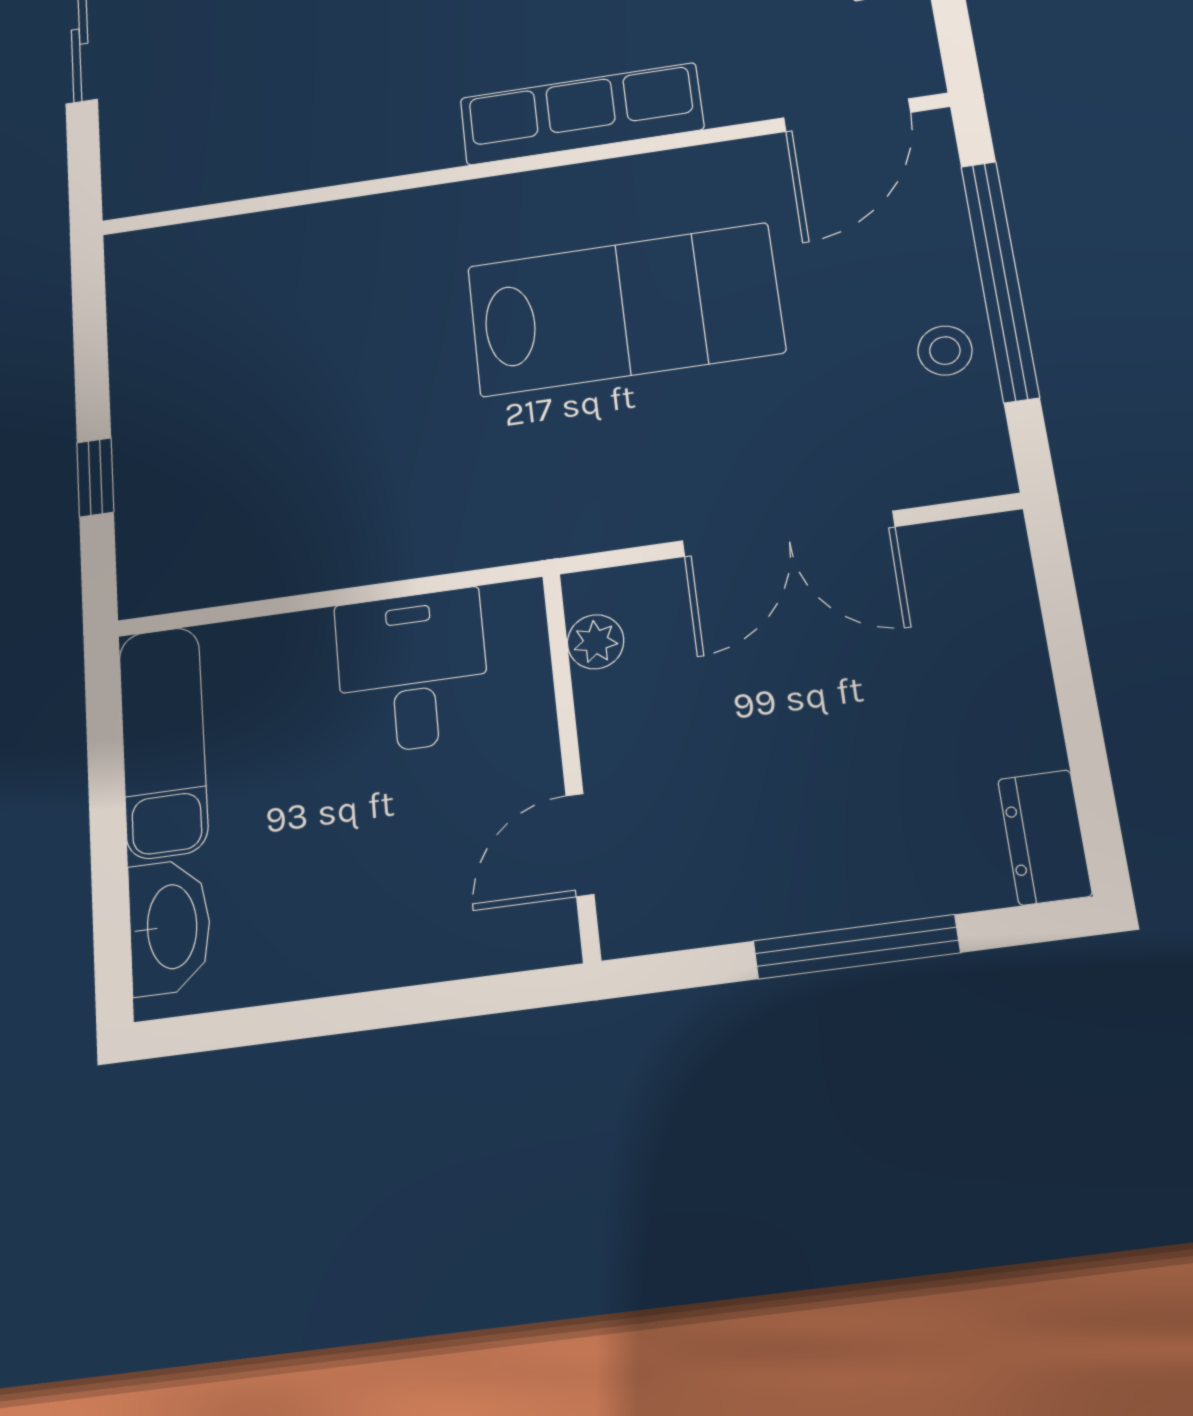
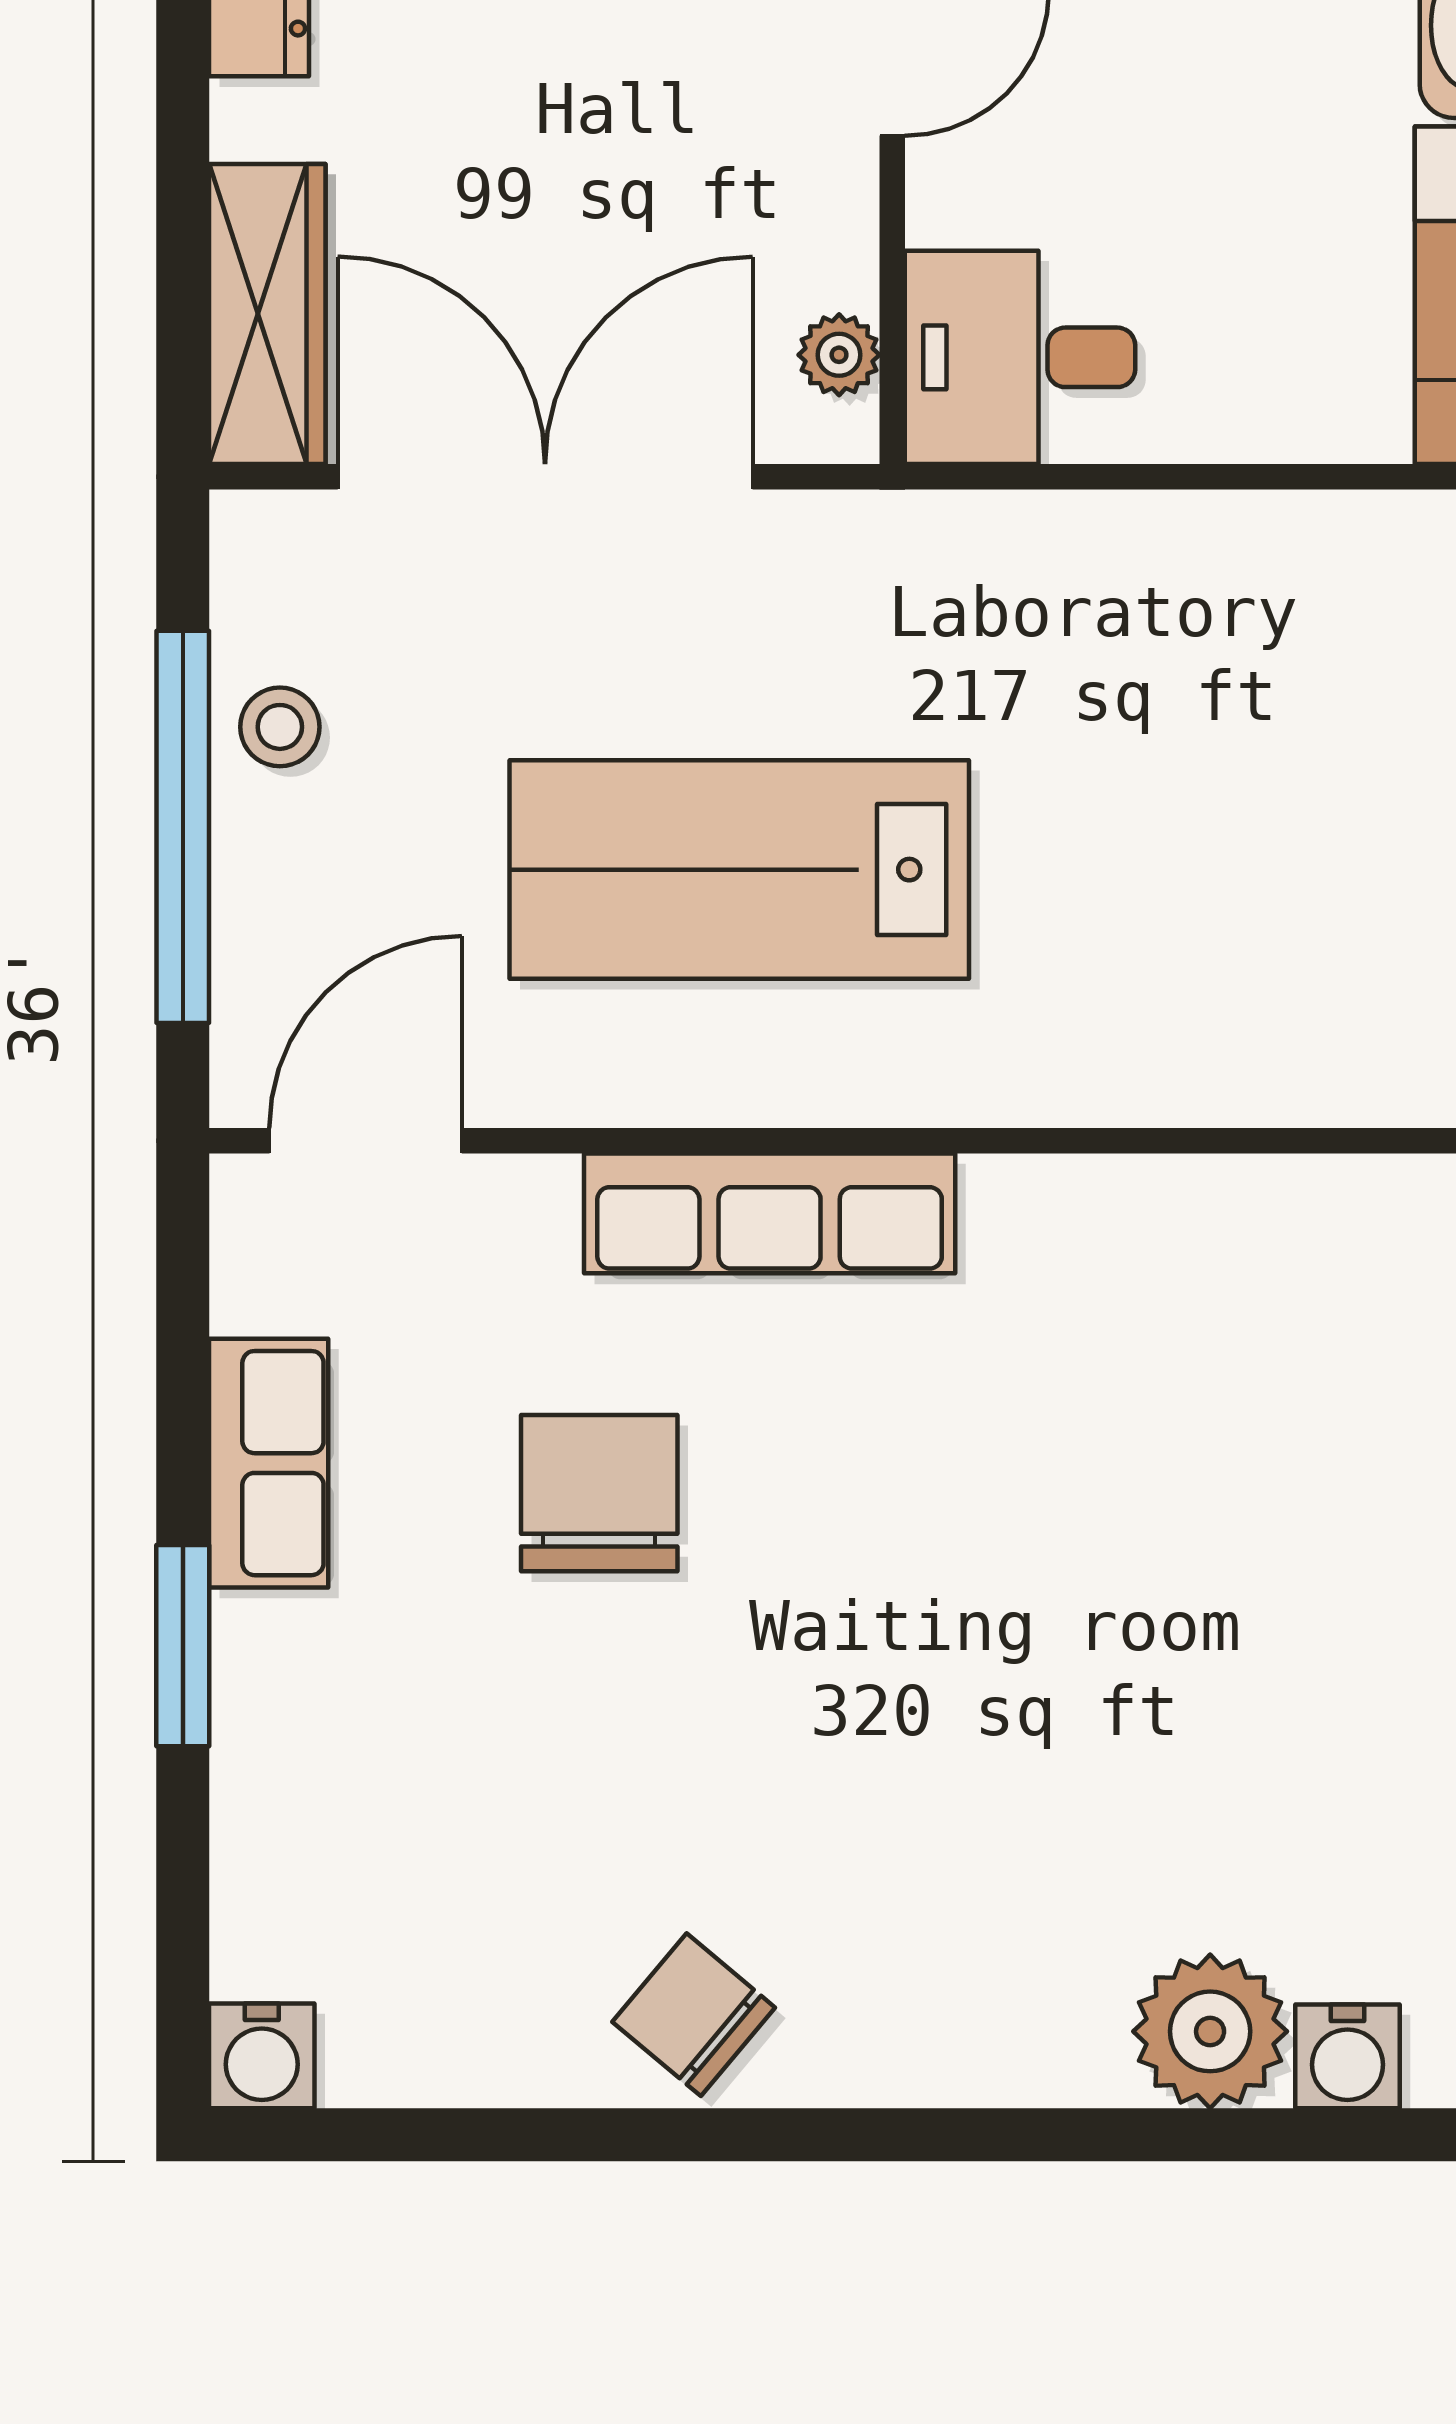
double door: (788, 534) -> (545, 477), width x1.36
wardrobe: (1000, 613) -> (267, 314), added
desk: (412, 671) -> (1020, 357), moved, turned 90

